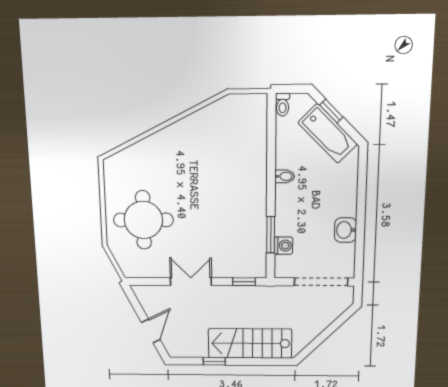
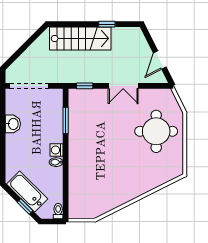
washing machine: (283, 246) -> (56, 150), moved
door: (151, 331) -> (160, 60), moved

